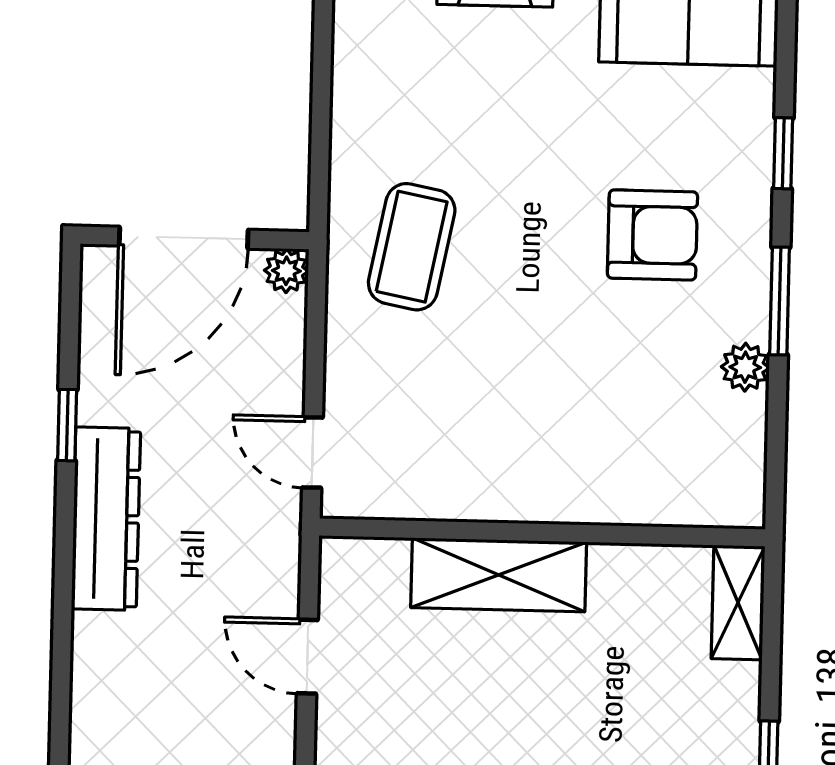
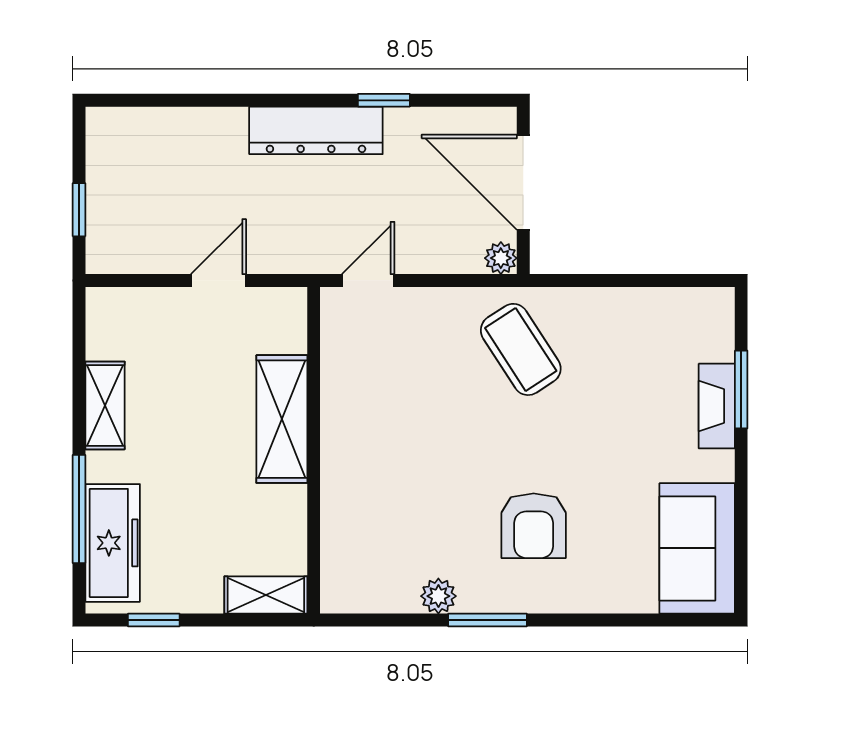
window: (783, 153) -> (596, 620), removed
coffee table: (412, 247) -> (521, 349), turned 46

